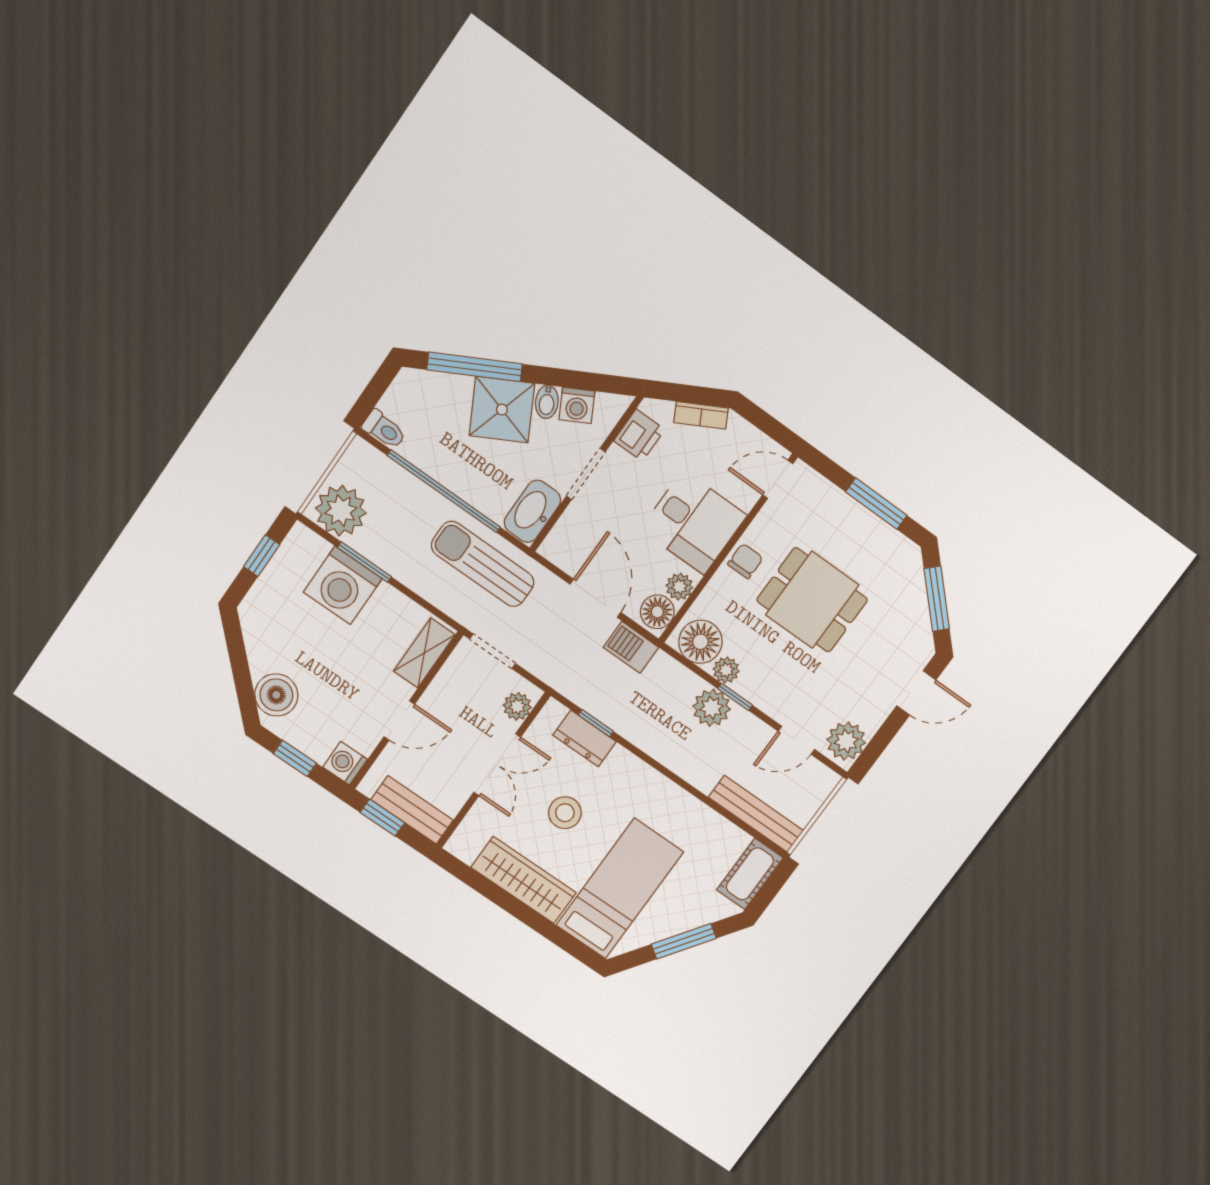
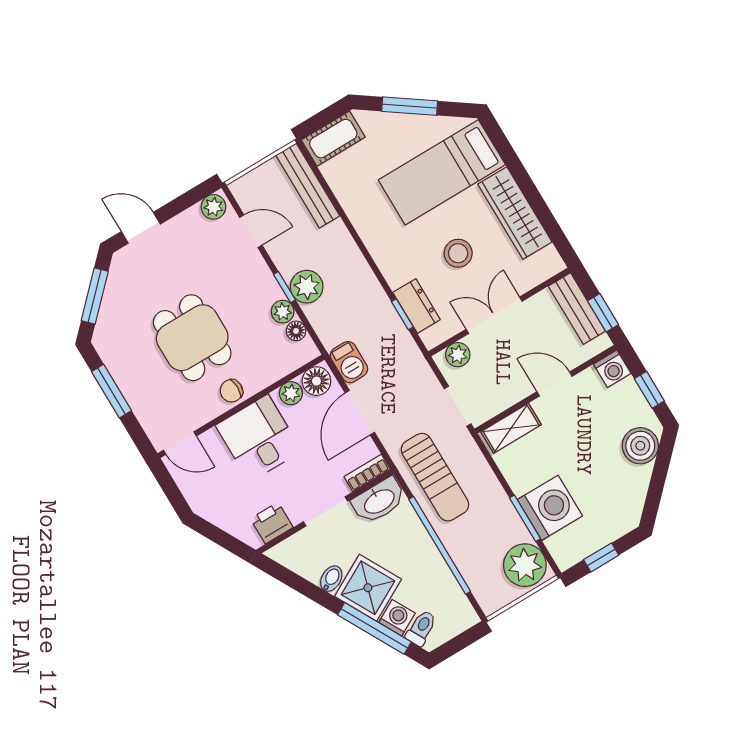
washing machine: (577, 405) -> (397, 618), moved
bookcase: (701, 415) -> (367, 473), moved, turned -62
toilet: (384, 429) -> (421, 628), moved, turned 62
floor lamp: (700, 642) -> (296, 331), width x0.53, depth x0.53
plant: (846, 741) -> (213, 207), width x0.73, depth x0.73

